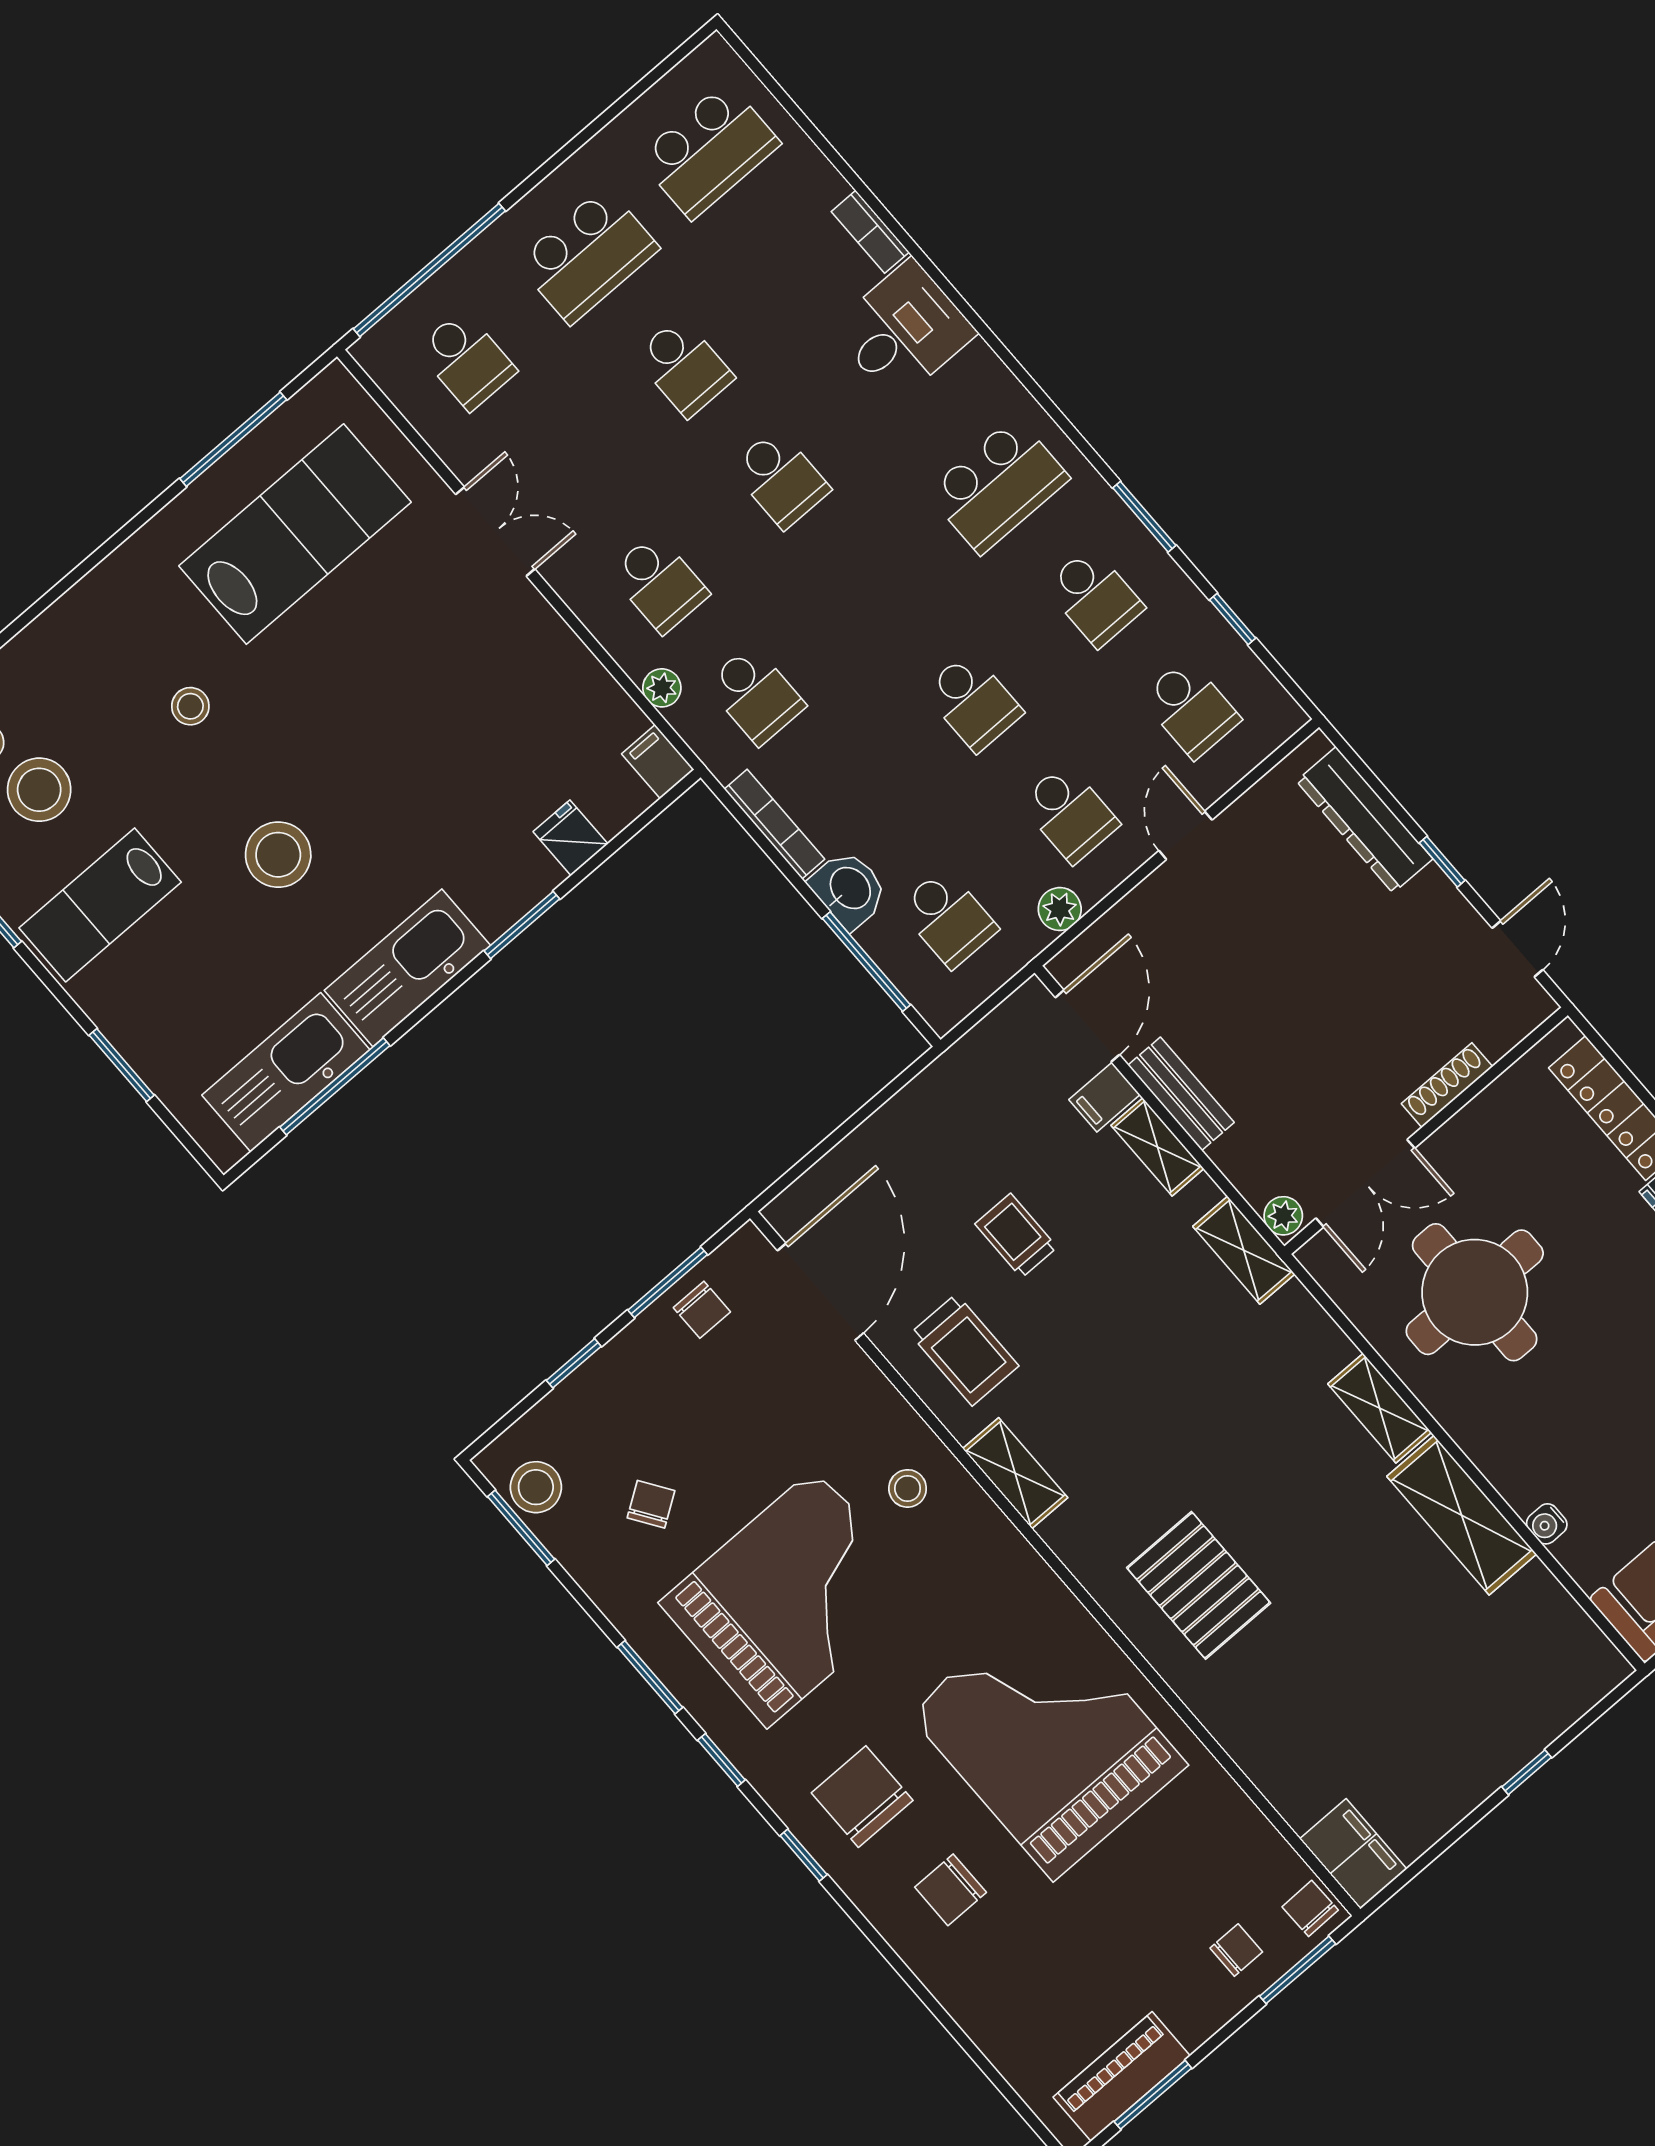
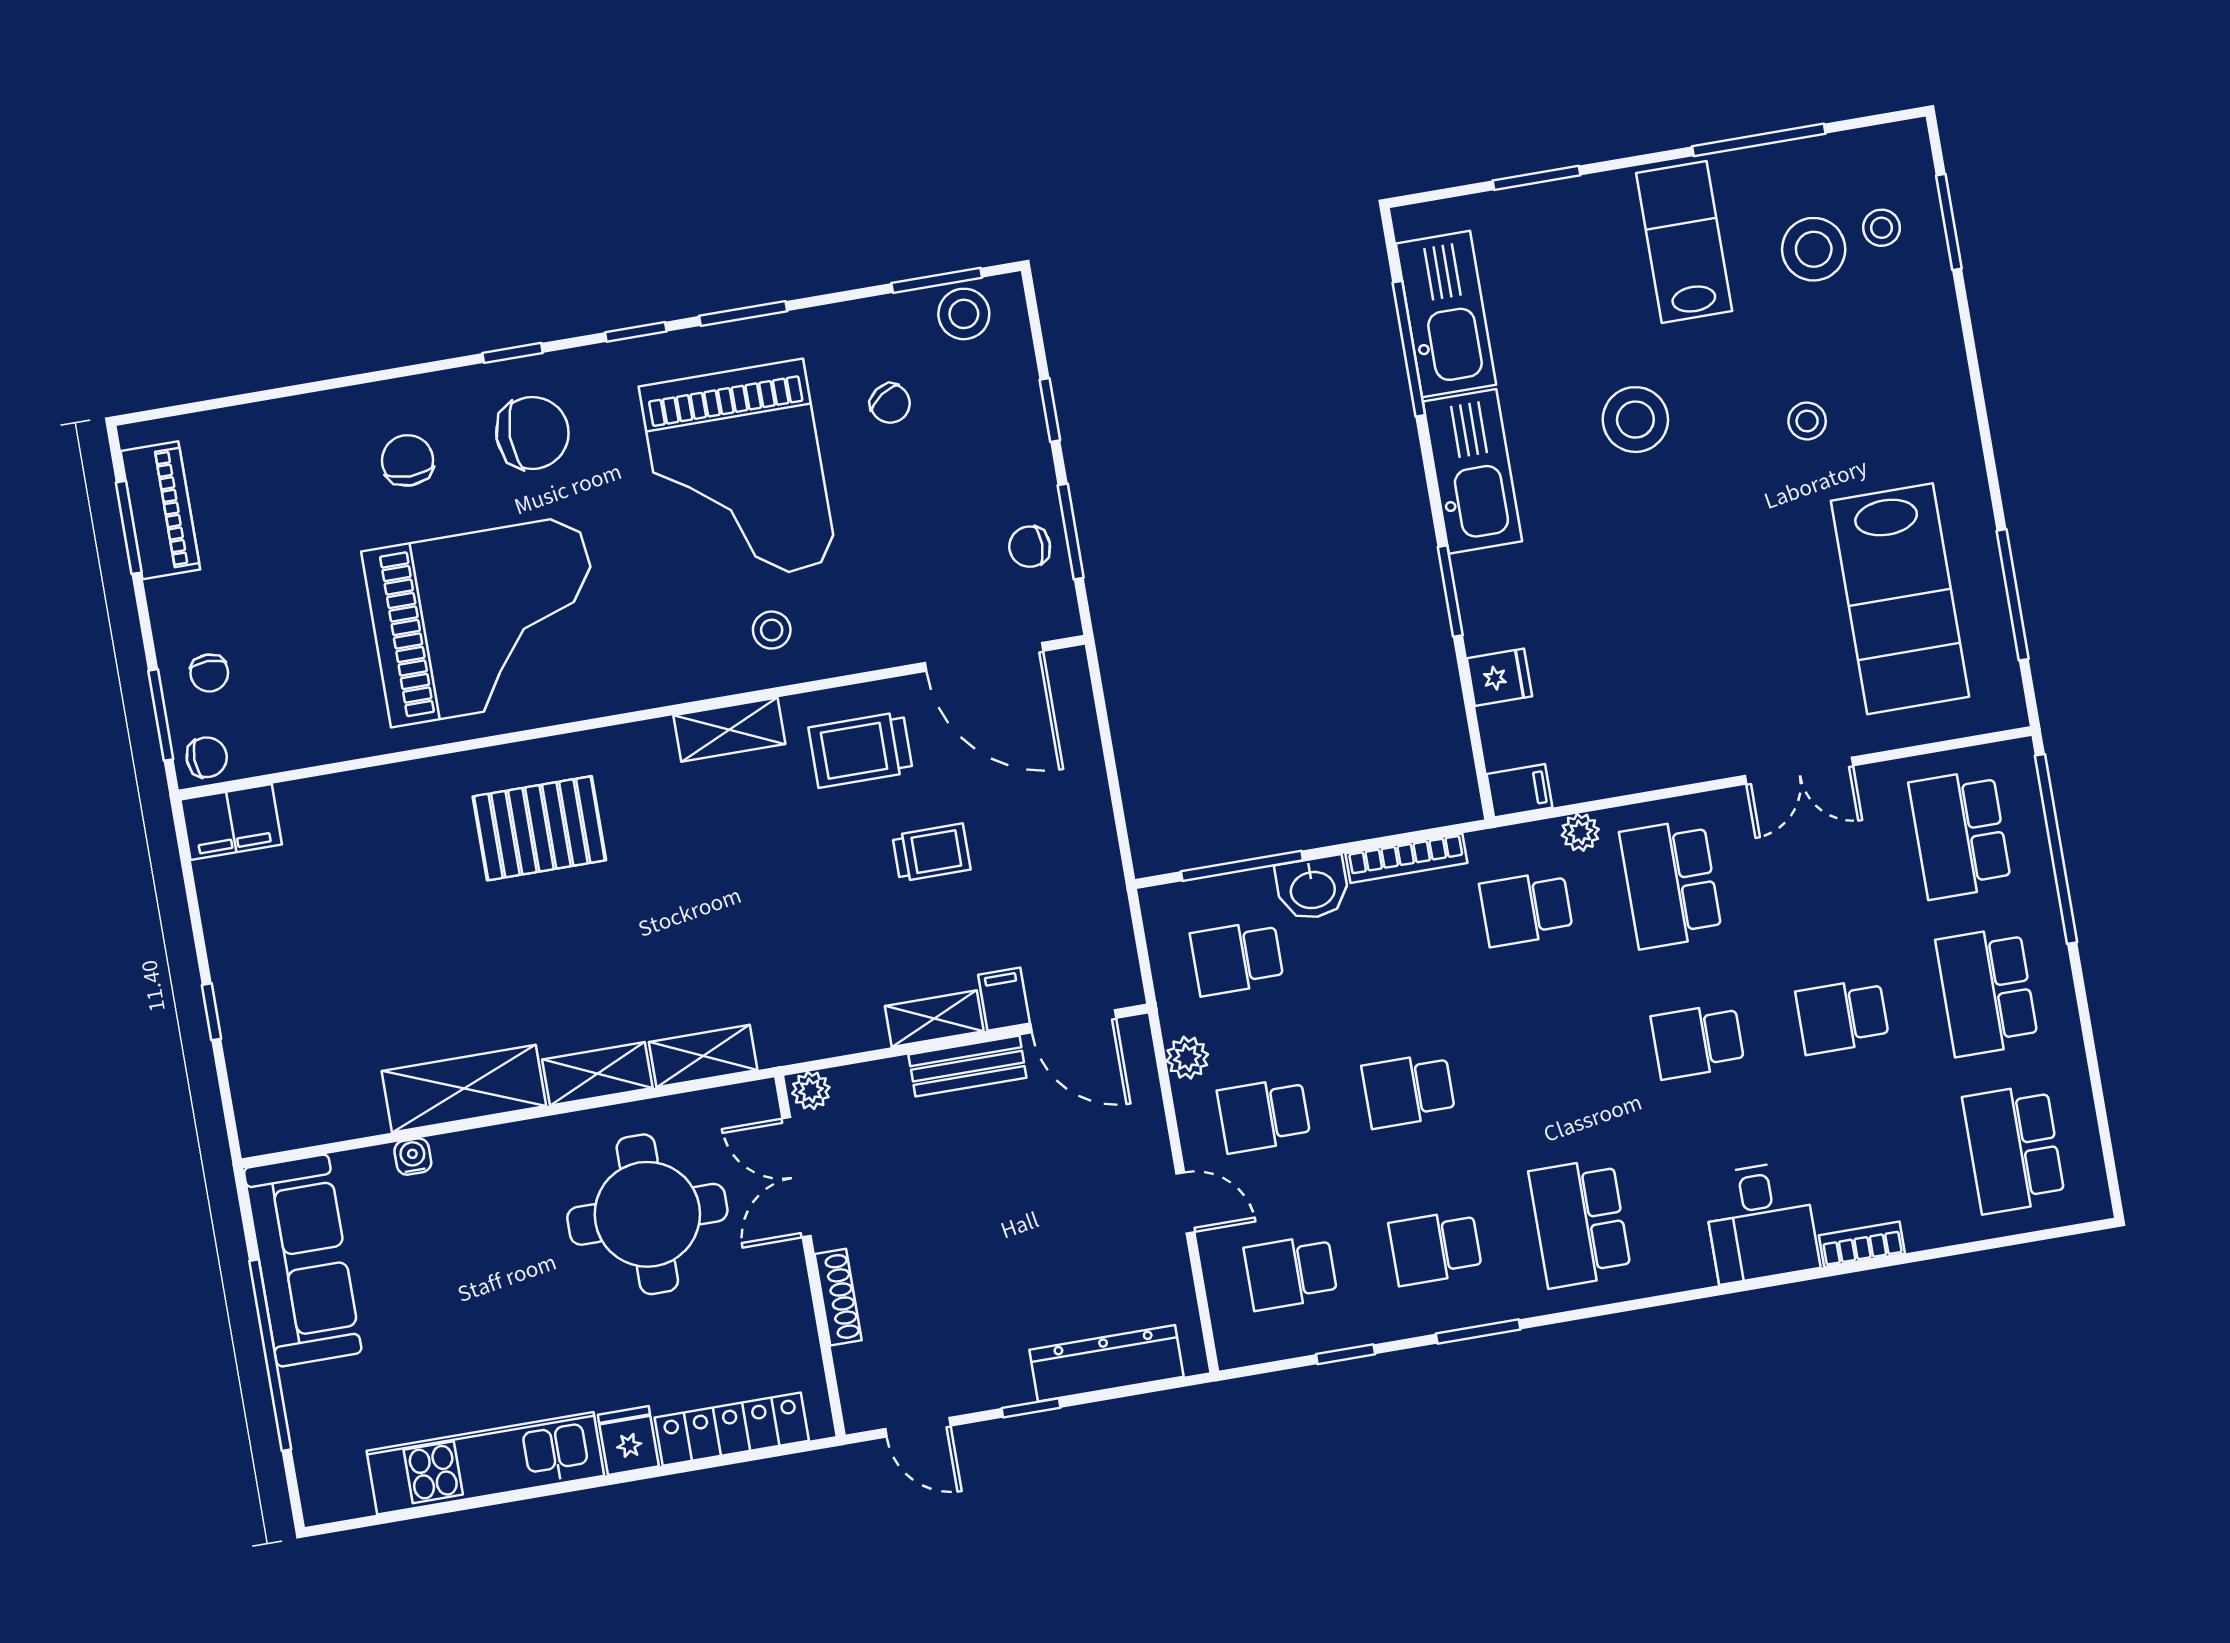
school desk: (466, 360) -> (1960, 834), width x1.85
school desk: (659, 583) -> (1671, 884), width x1.85
shelving: (1244, 1250) -> (703, 1056), moved

